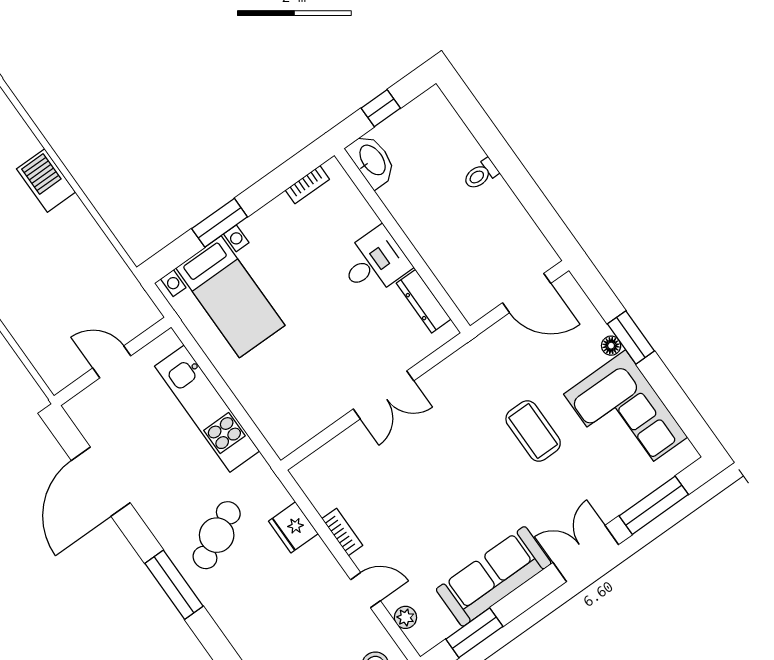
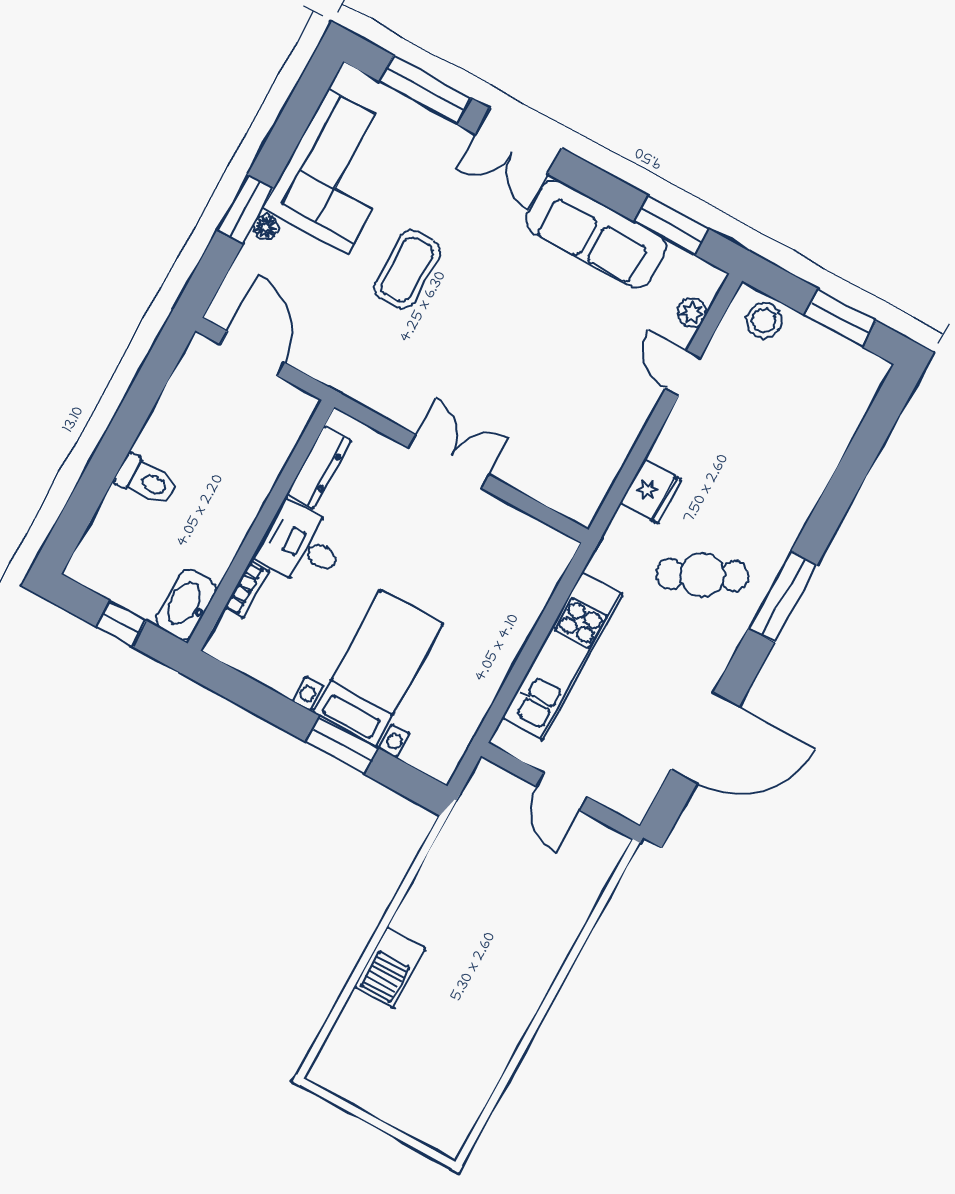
toilet: (481, 174) -> (146, 480), width x1.37, depth x1.39
bookcase: (307, 185) -> (247, 589), moved, turned 90
bed with nightstands: (230, 297) -> (378, 668), moved
bookcase: (342, 532) -> (629, 432), removed

